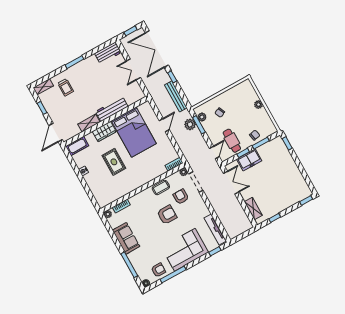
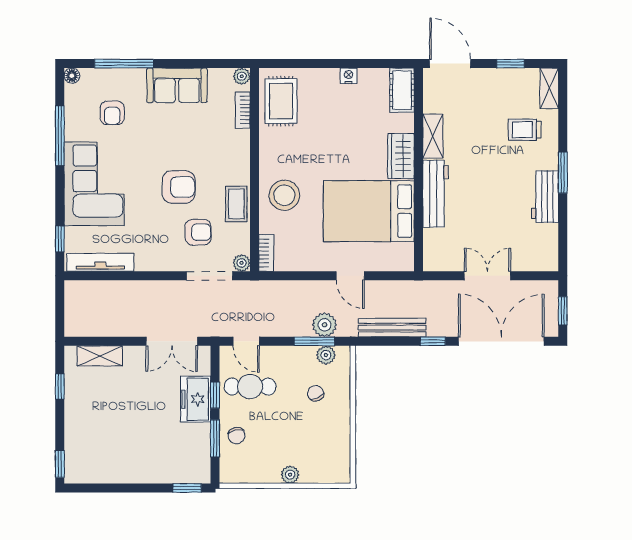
workbench: (108, 53) -> (545, 197), moved
rug: (114, 162) -> (281, 101), moved, turned 90
stool: (146, 170) -> (284, 195), added
armchair: (167, 215) -> (179, 187), turned -90
armchair: (158, 270) -> (112, 113), moved

